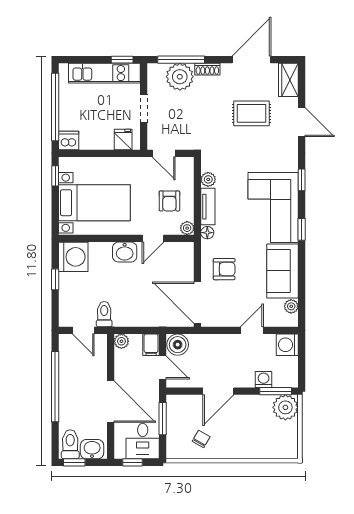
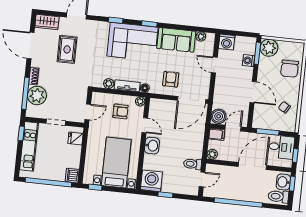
chair: (258, 441) -> (290, 69), added
window: (74, 462) -> (292, 184), moved

